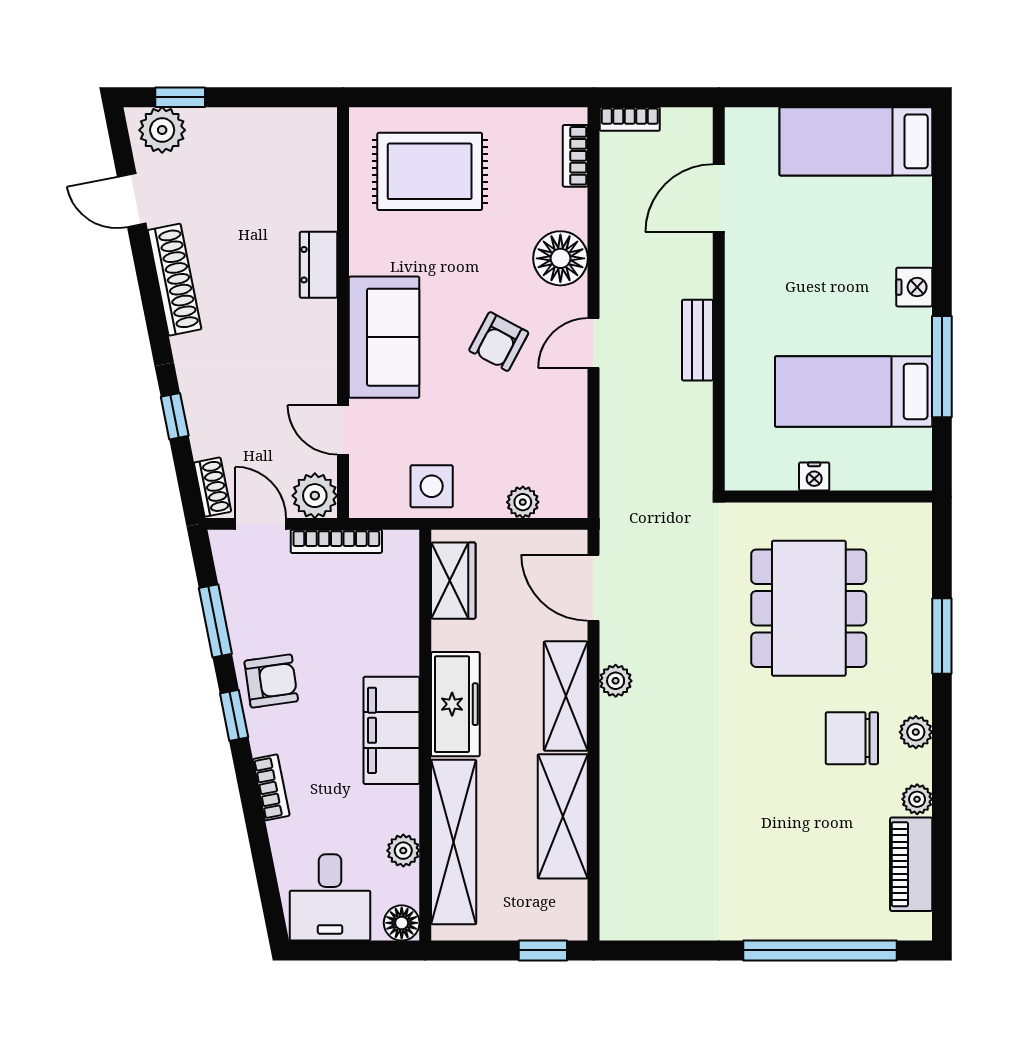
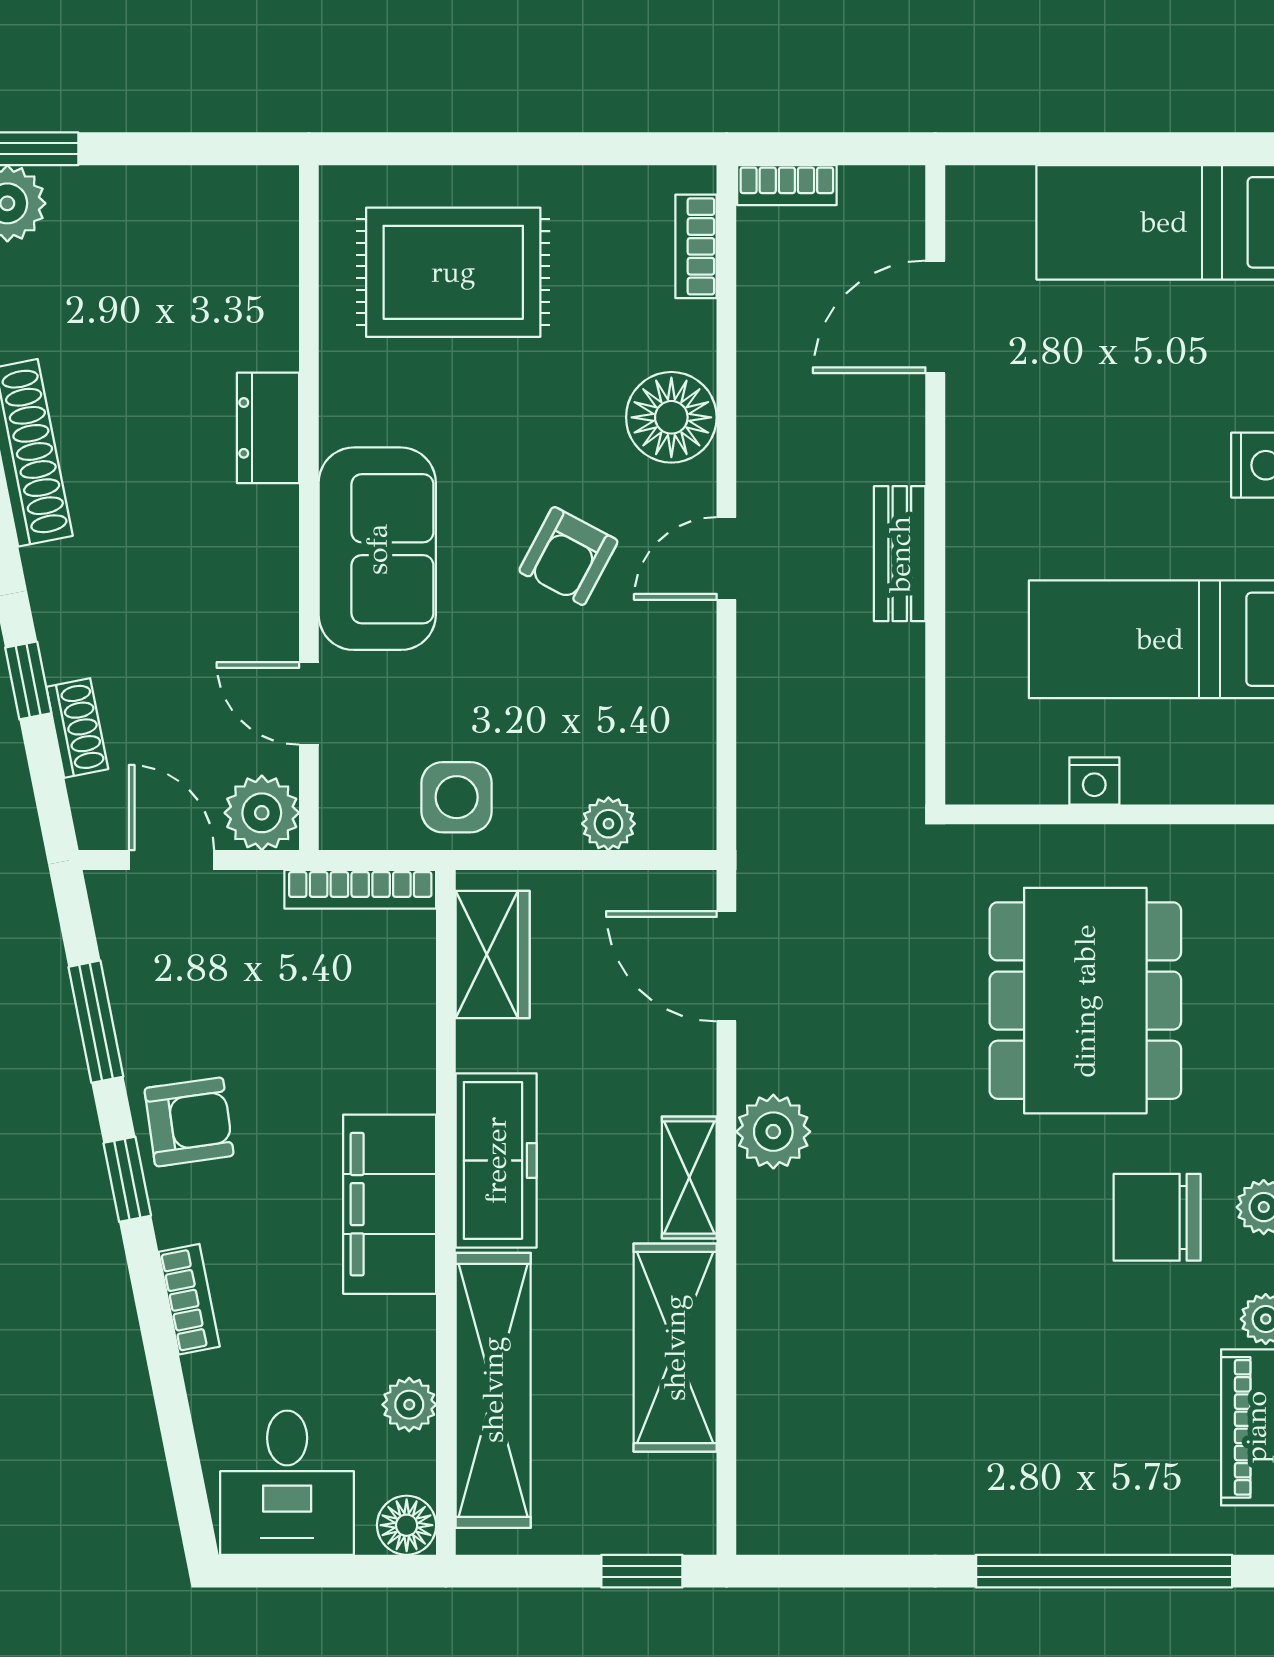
shoe rack: (212, 487) -> (77, 728), moved
bookcase: (336, 541) -> (360, 889), moved
plant: (616, 681) -> (773, 1132), width x1.38, depth x1.38
shelving: (566, 696) -> (689, 1177), width x0.67, depth x0.75

